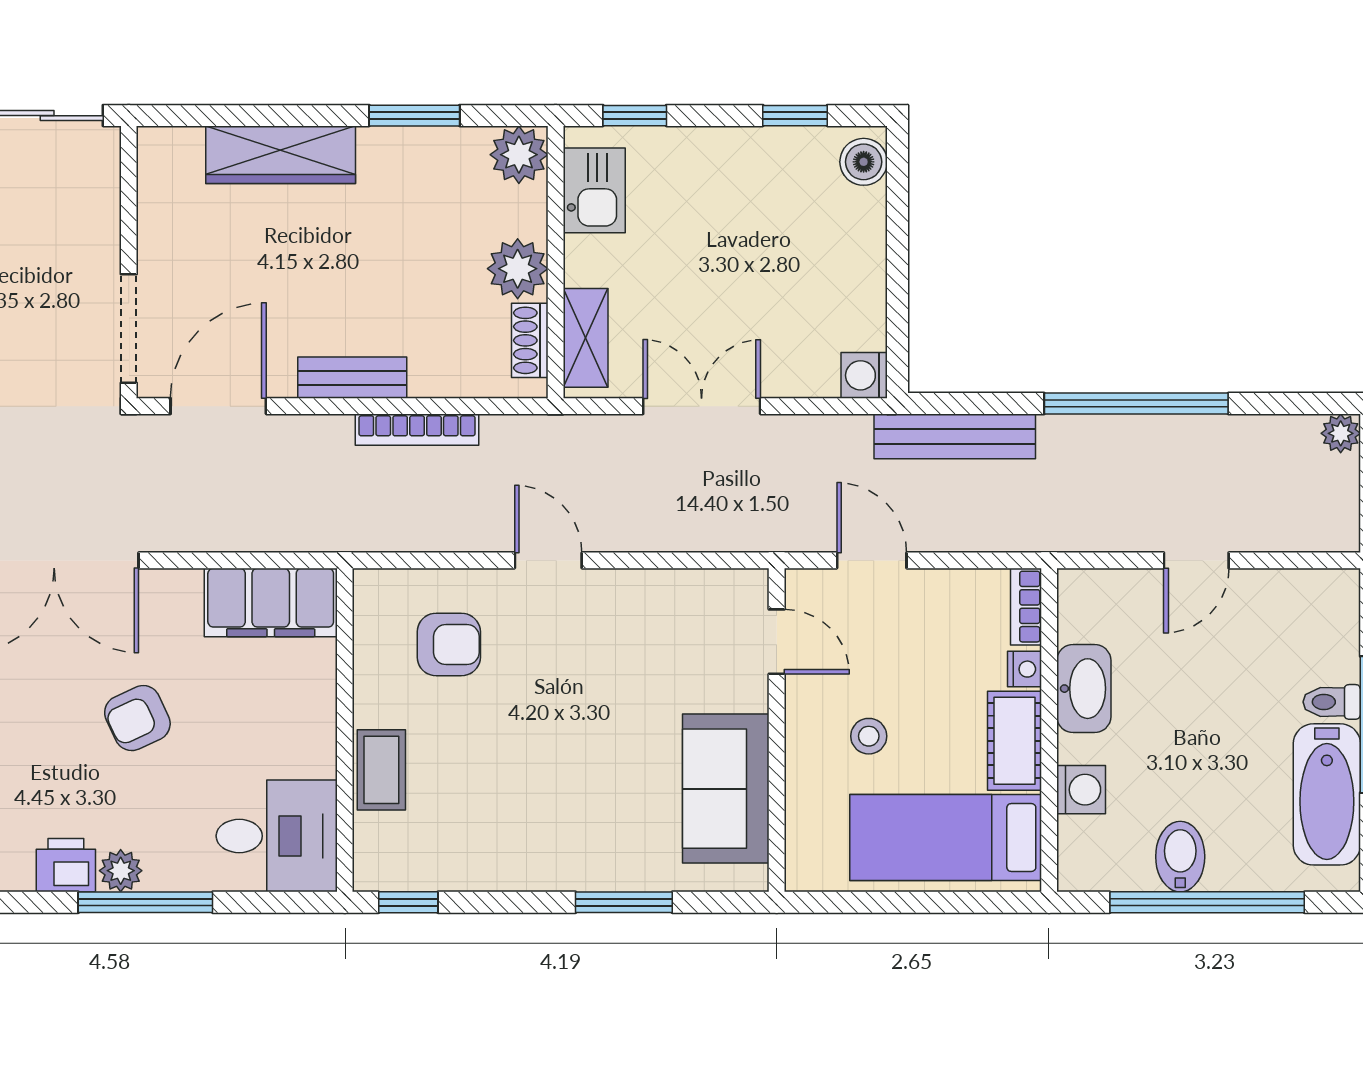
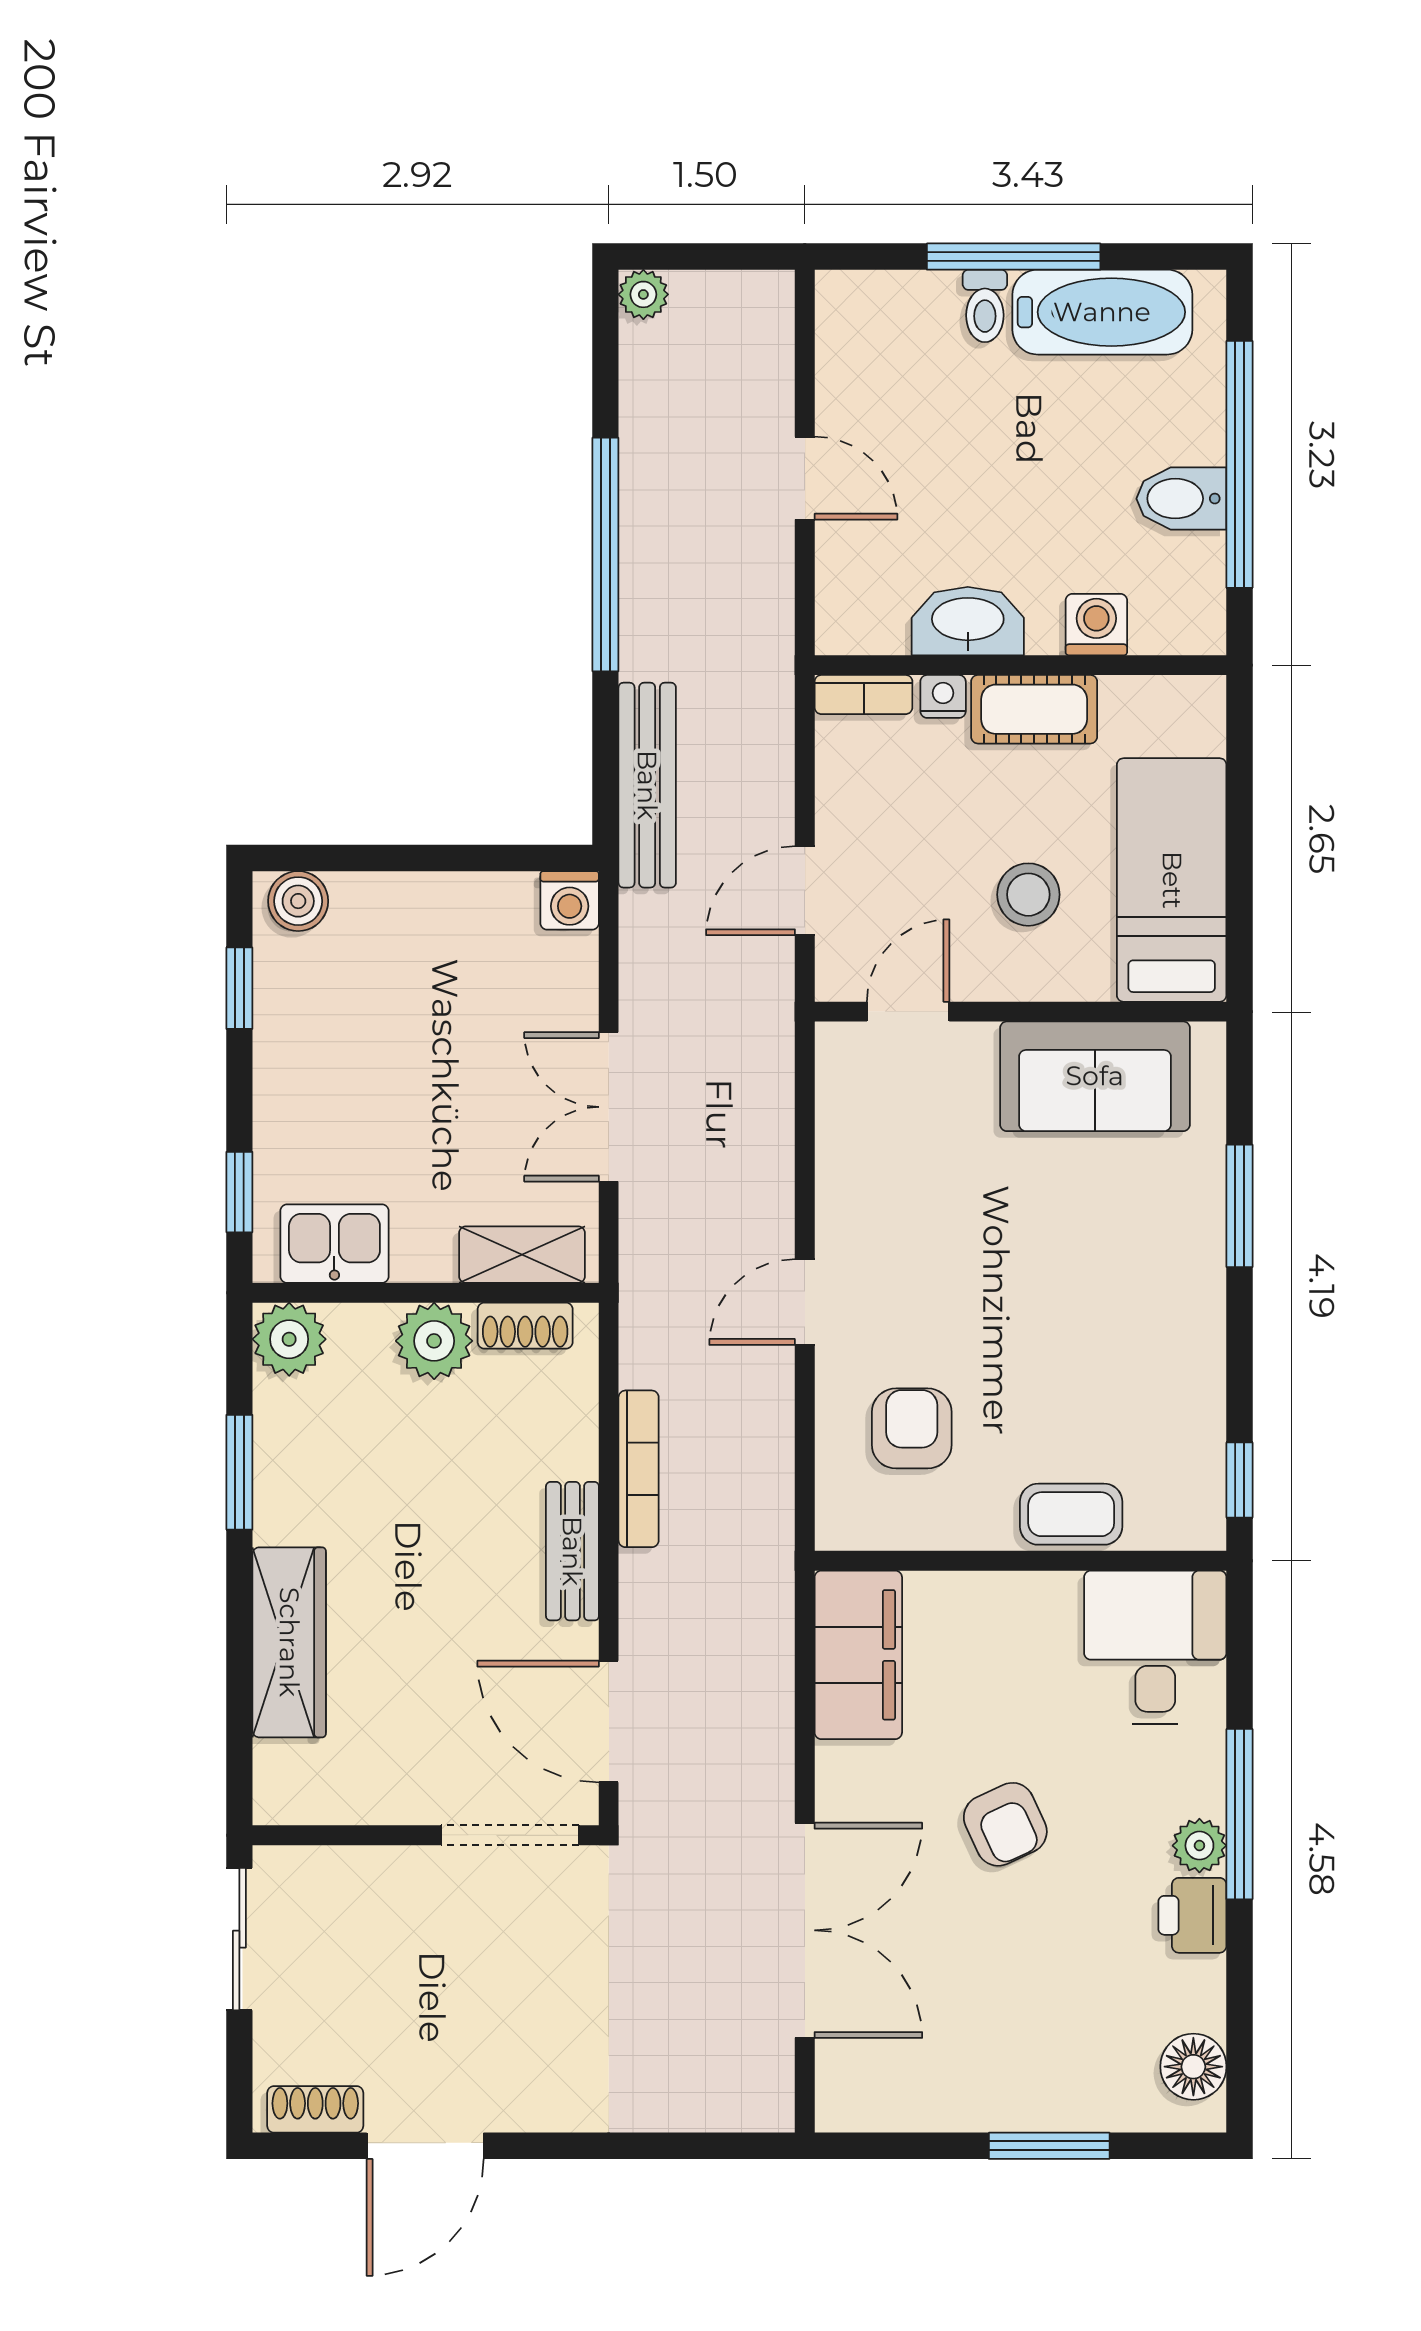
stool: (869, 736) -> (1028, 895), width x1.37, depth x1.37
bed: (946, 838) -> (1172, 880), moved, turned 180

